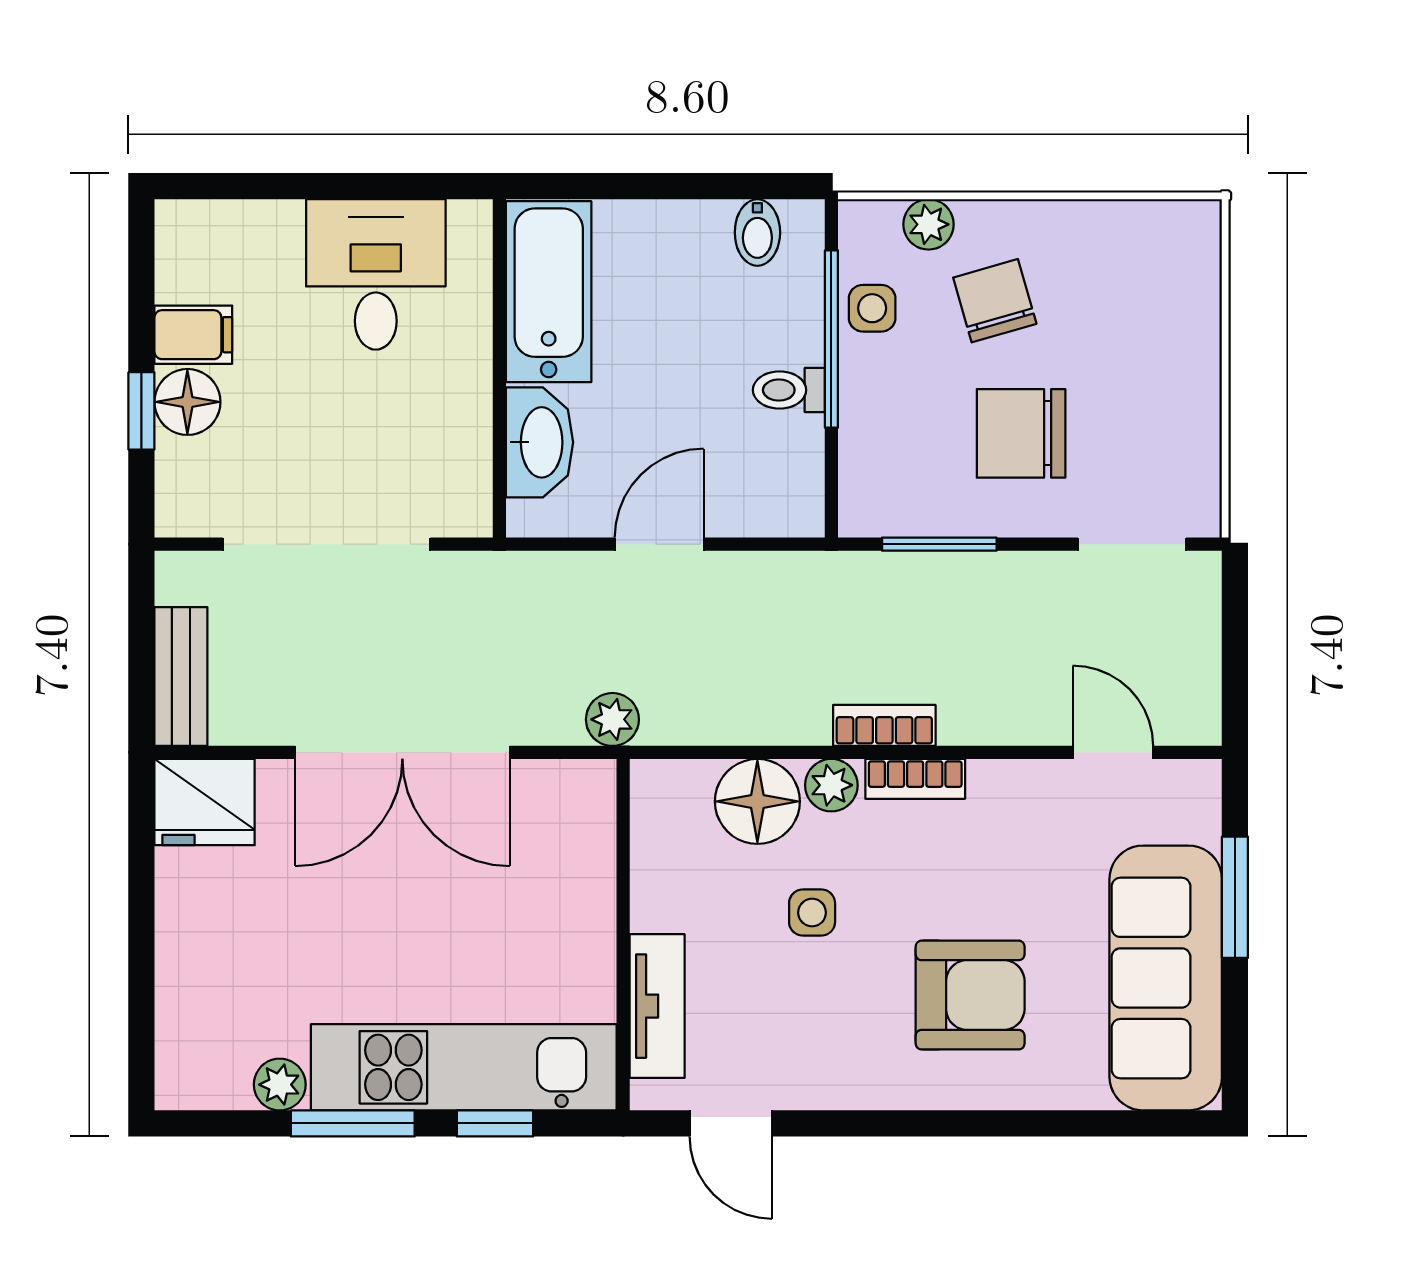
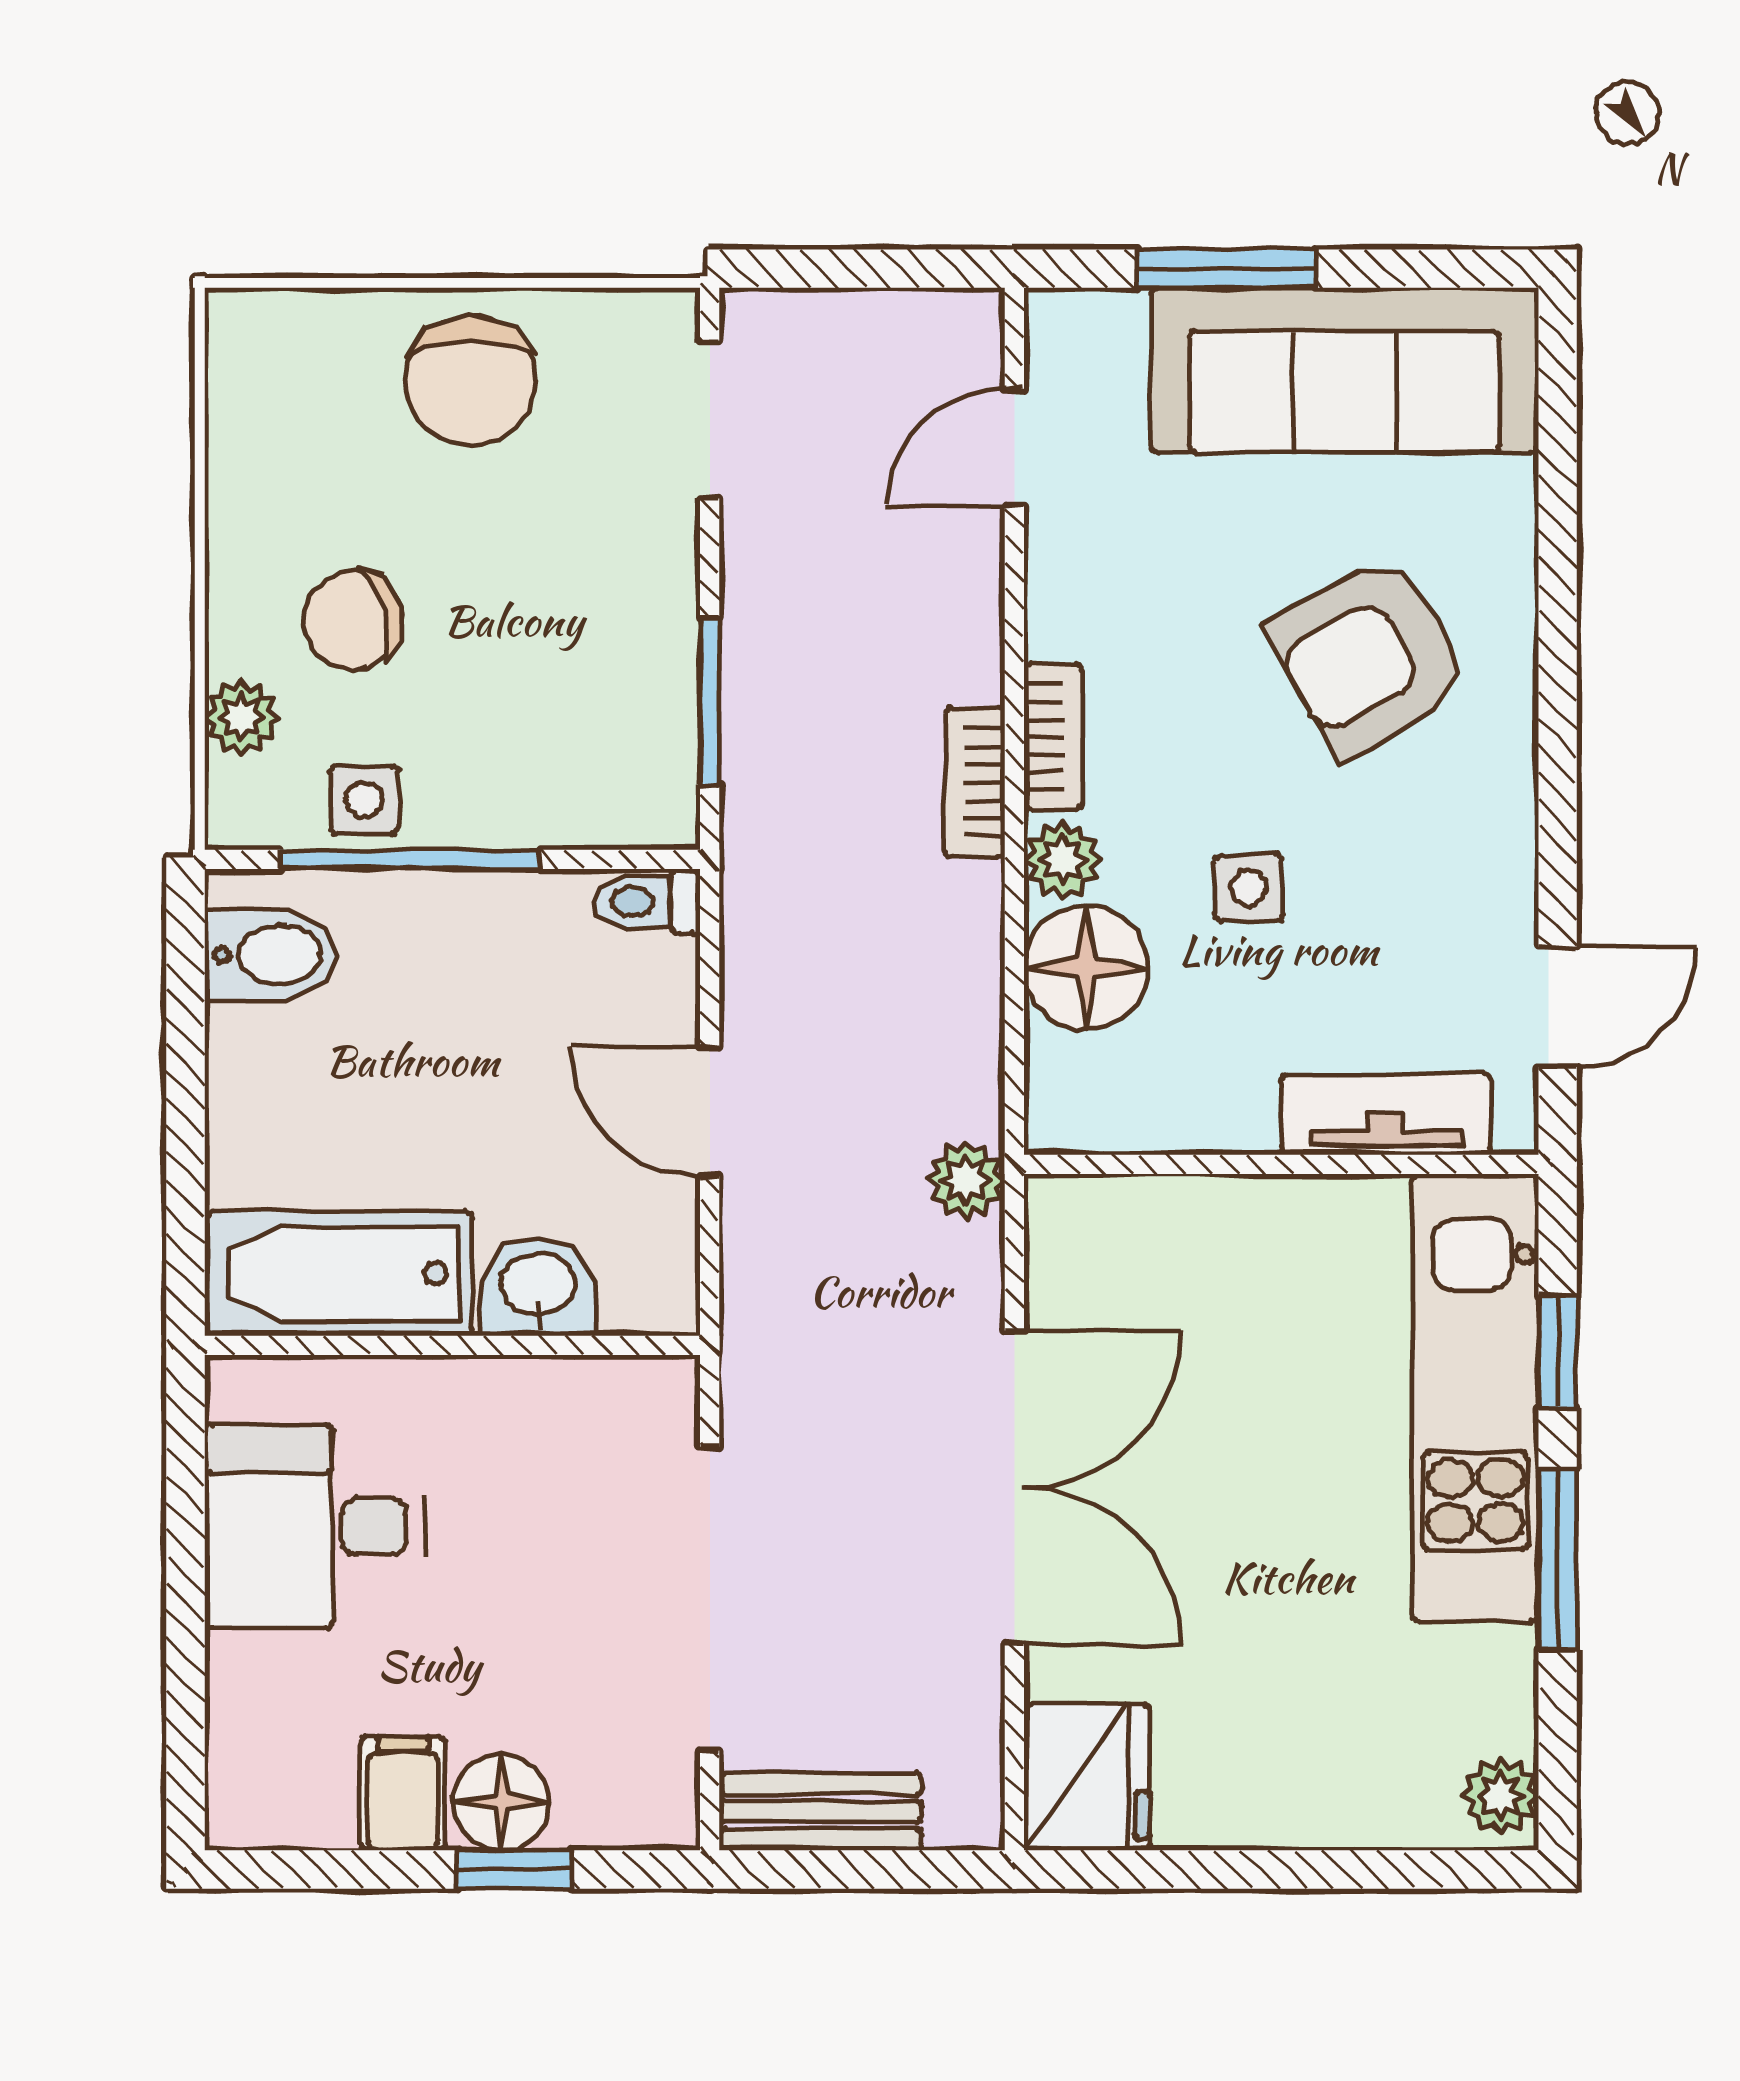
bidet: (757, 232) -> (271, 955), width x1.38, depth x1.36
toilet: (789, 390) -> (647, 901), moved, turned 90
chair: (1021, 433) -> (471, 381), moved
washbasin: (540, 442) -> (538, 1287), width x0.72
bench: (181, 677) -> (821, 1812), moved
armchair: (970, 995) -> (1370, 656), turned -119
plant: (280, 1085) -> (1501, 1796), moved

